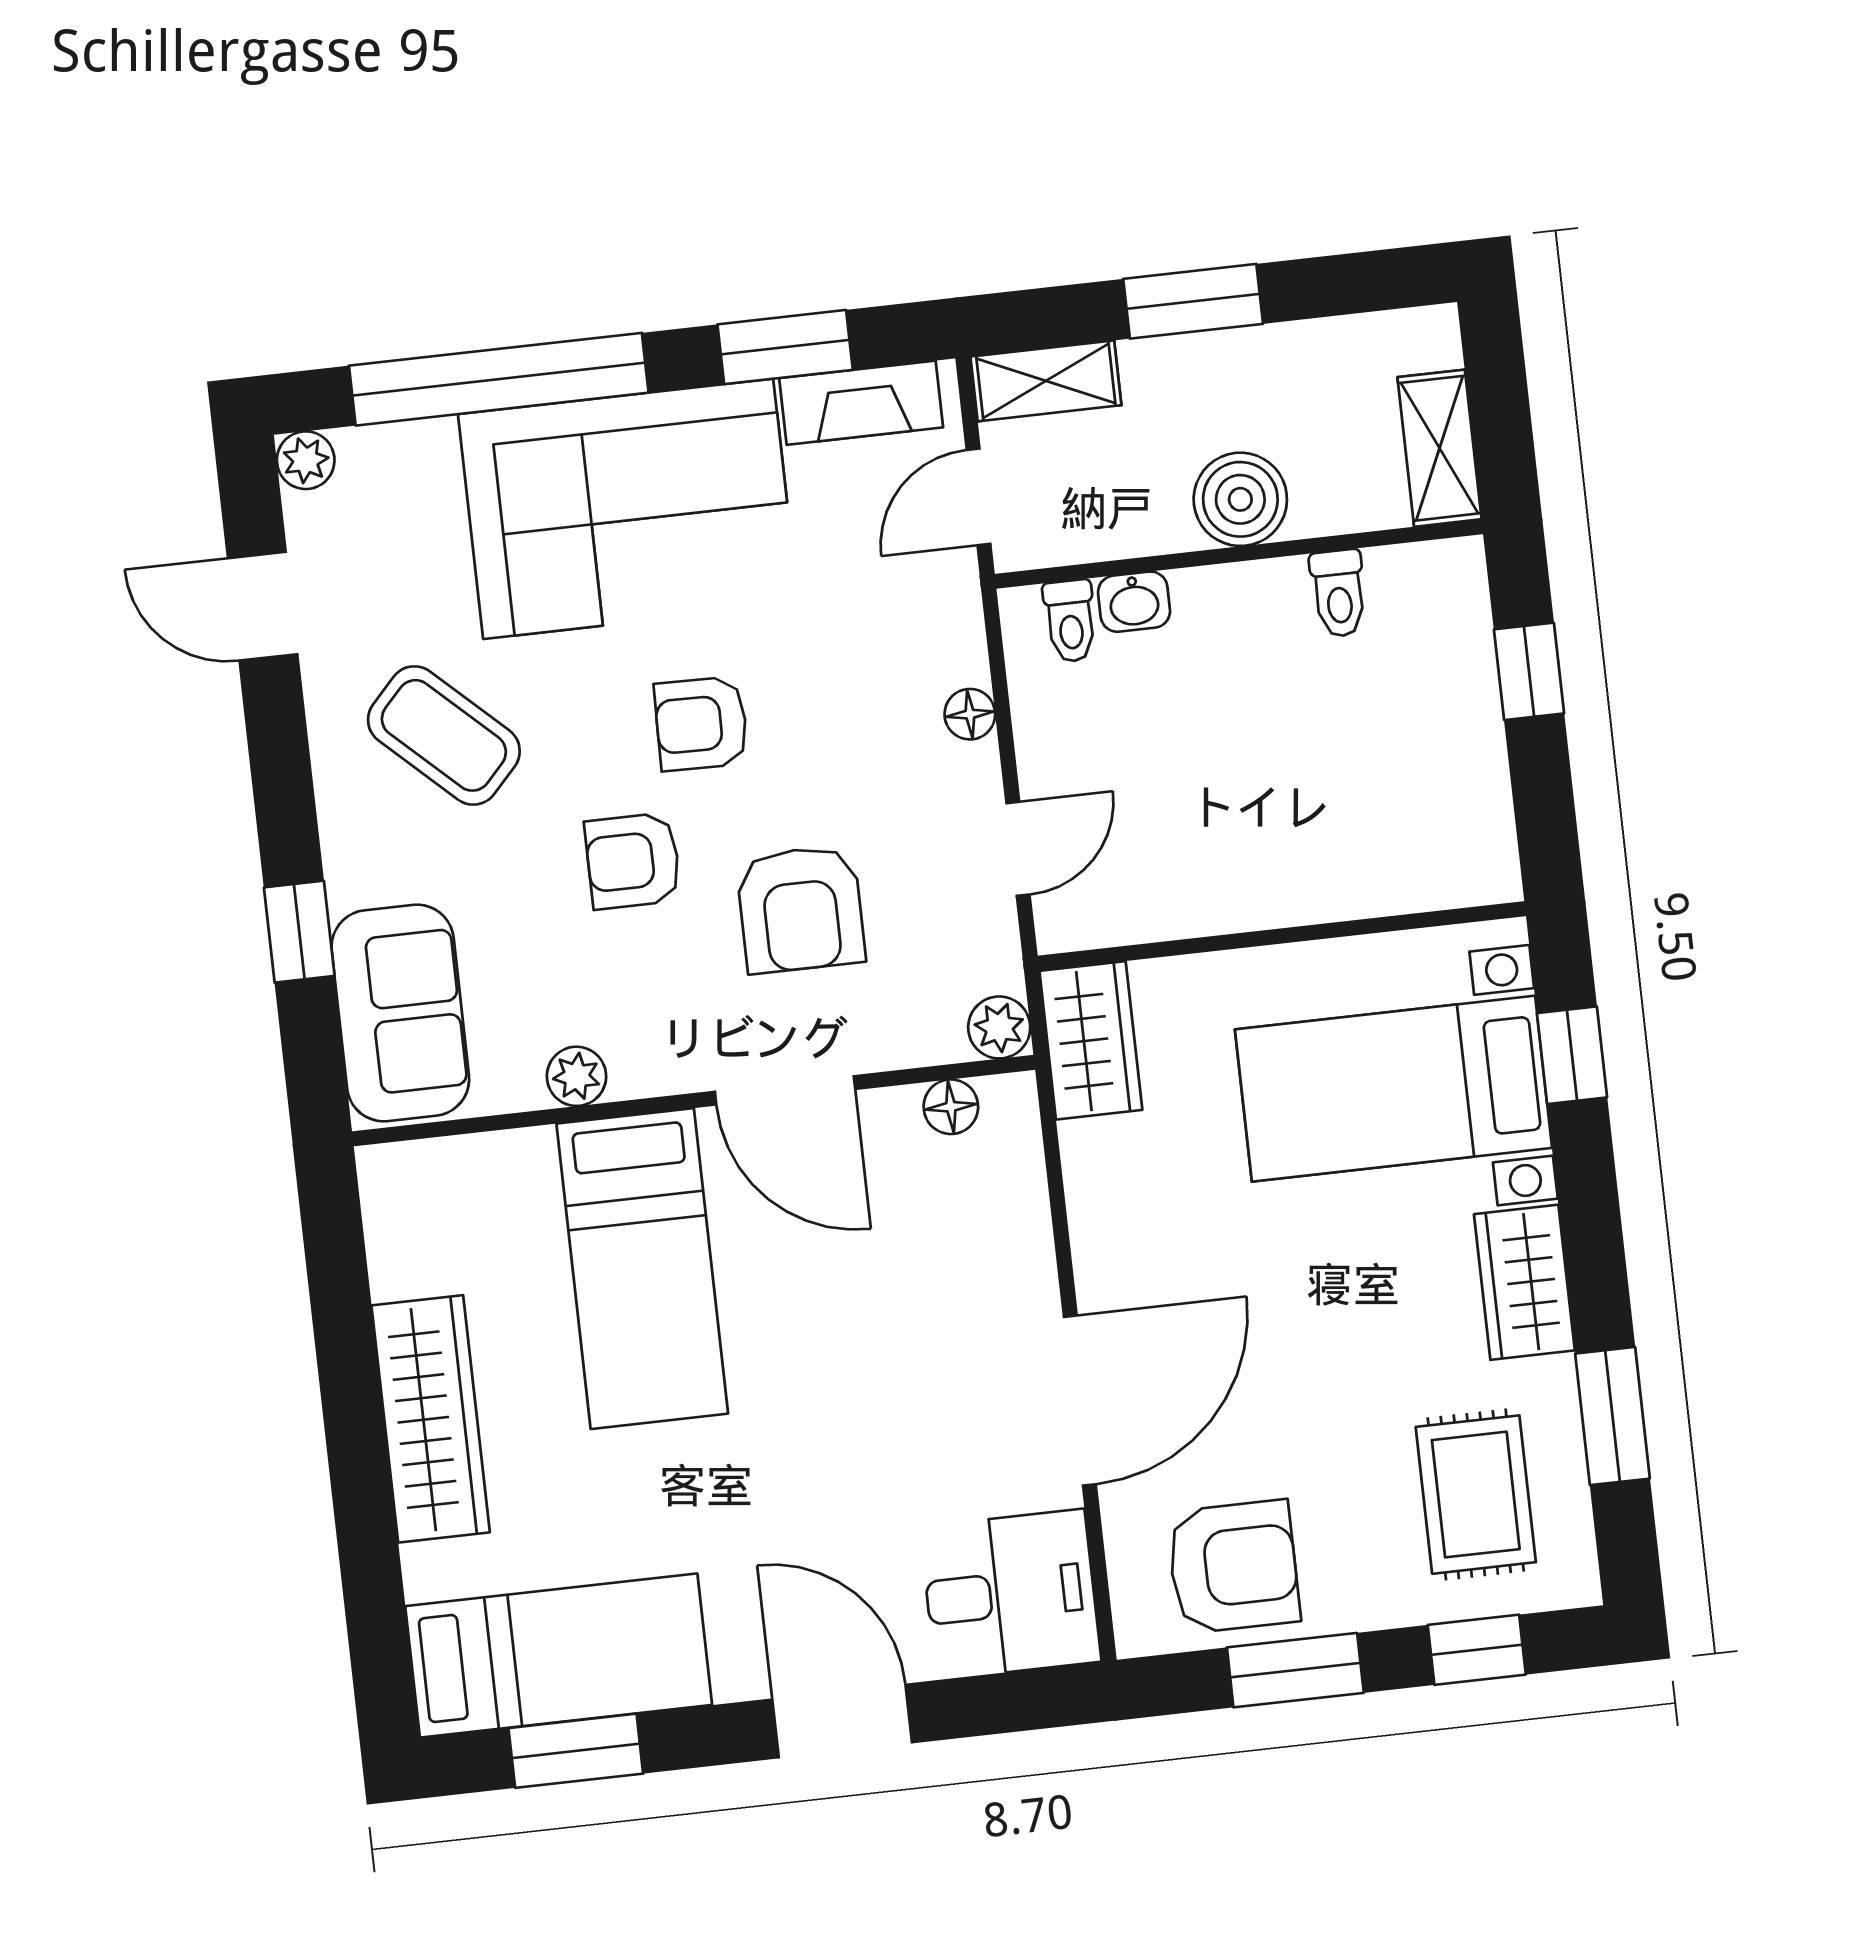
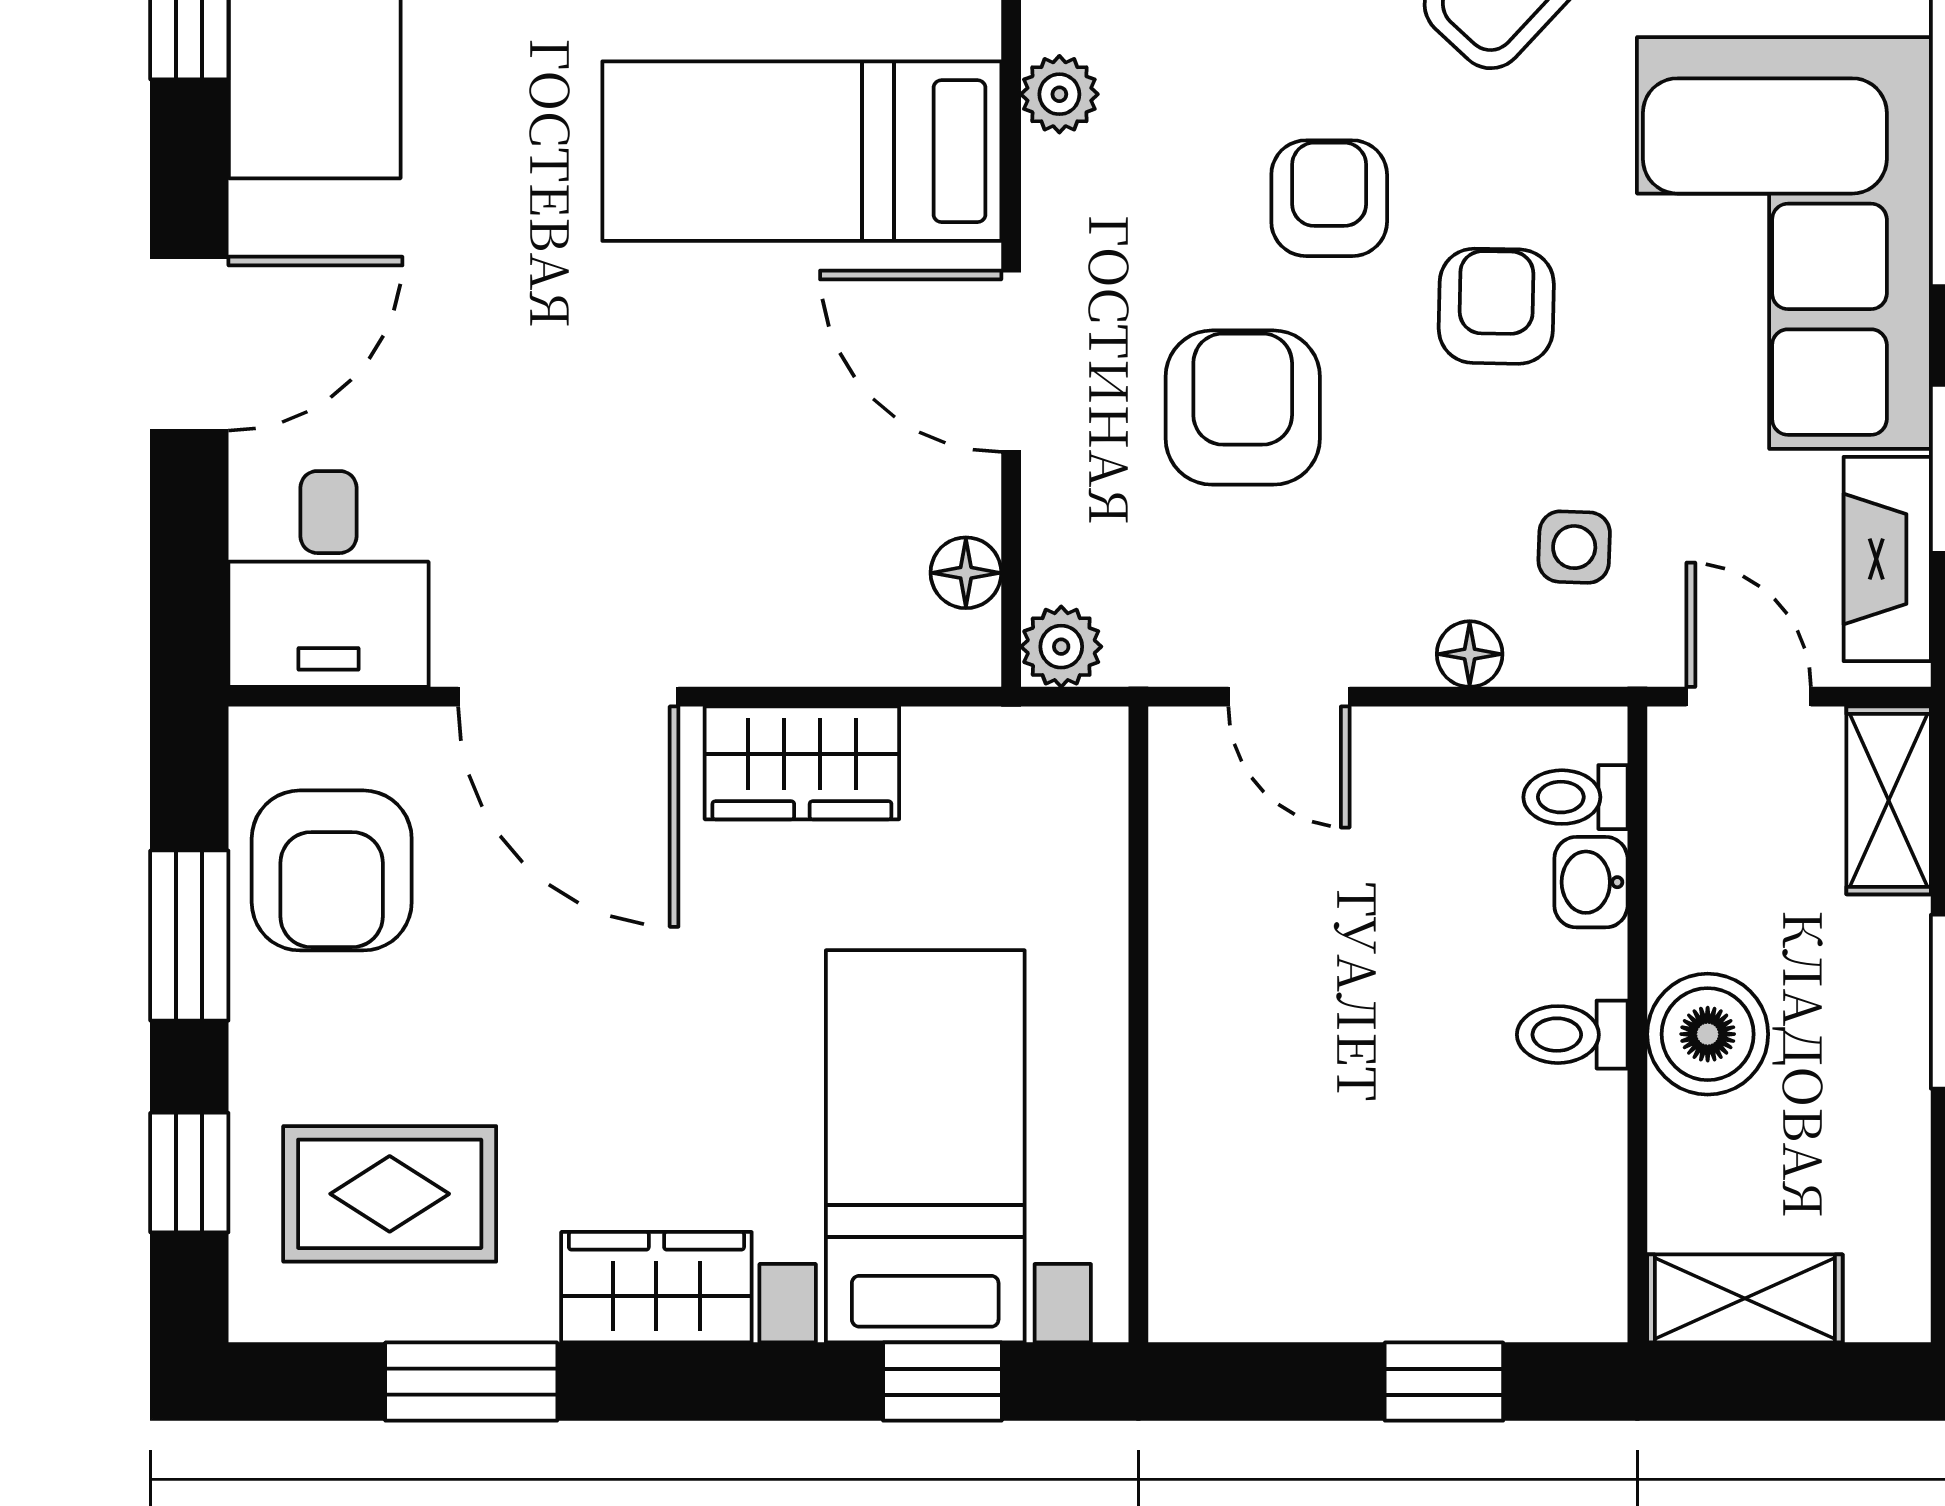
toilet: (1339, 593) -> (1572, 1035), moved
side table: (879, 643) -> (1574, 547), added
armchair: (801, 909) -> (1243, 408), turned 90
wardrobe: (1091, 1040) -> (802, 763), moved
door: (785, 1090) -> (1011, 361), hinge flipped

